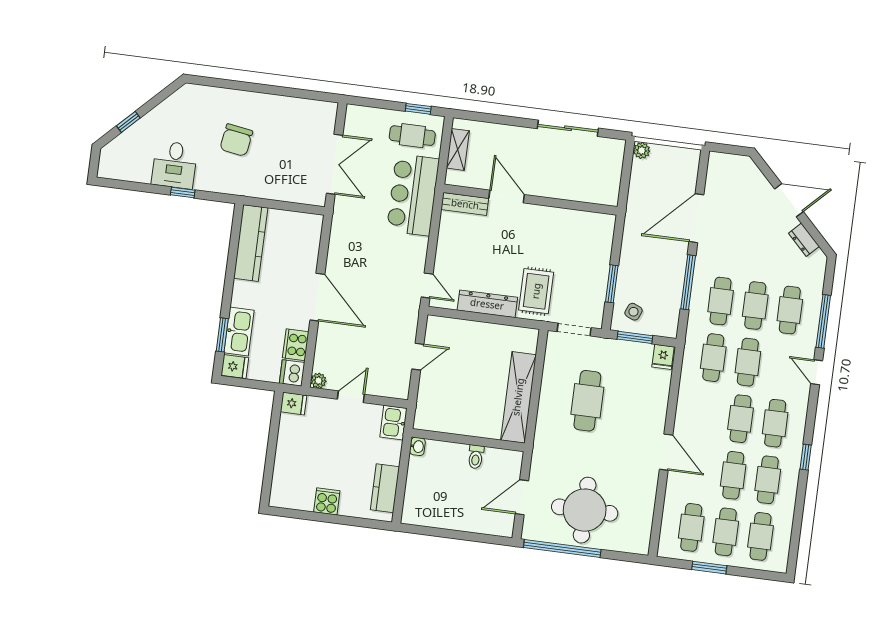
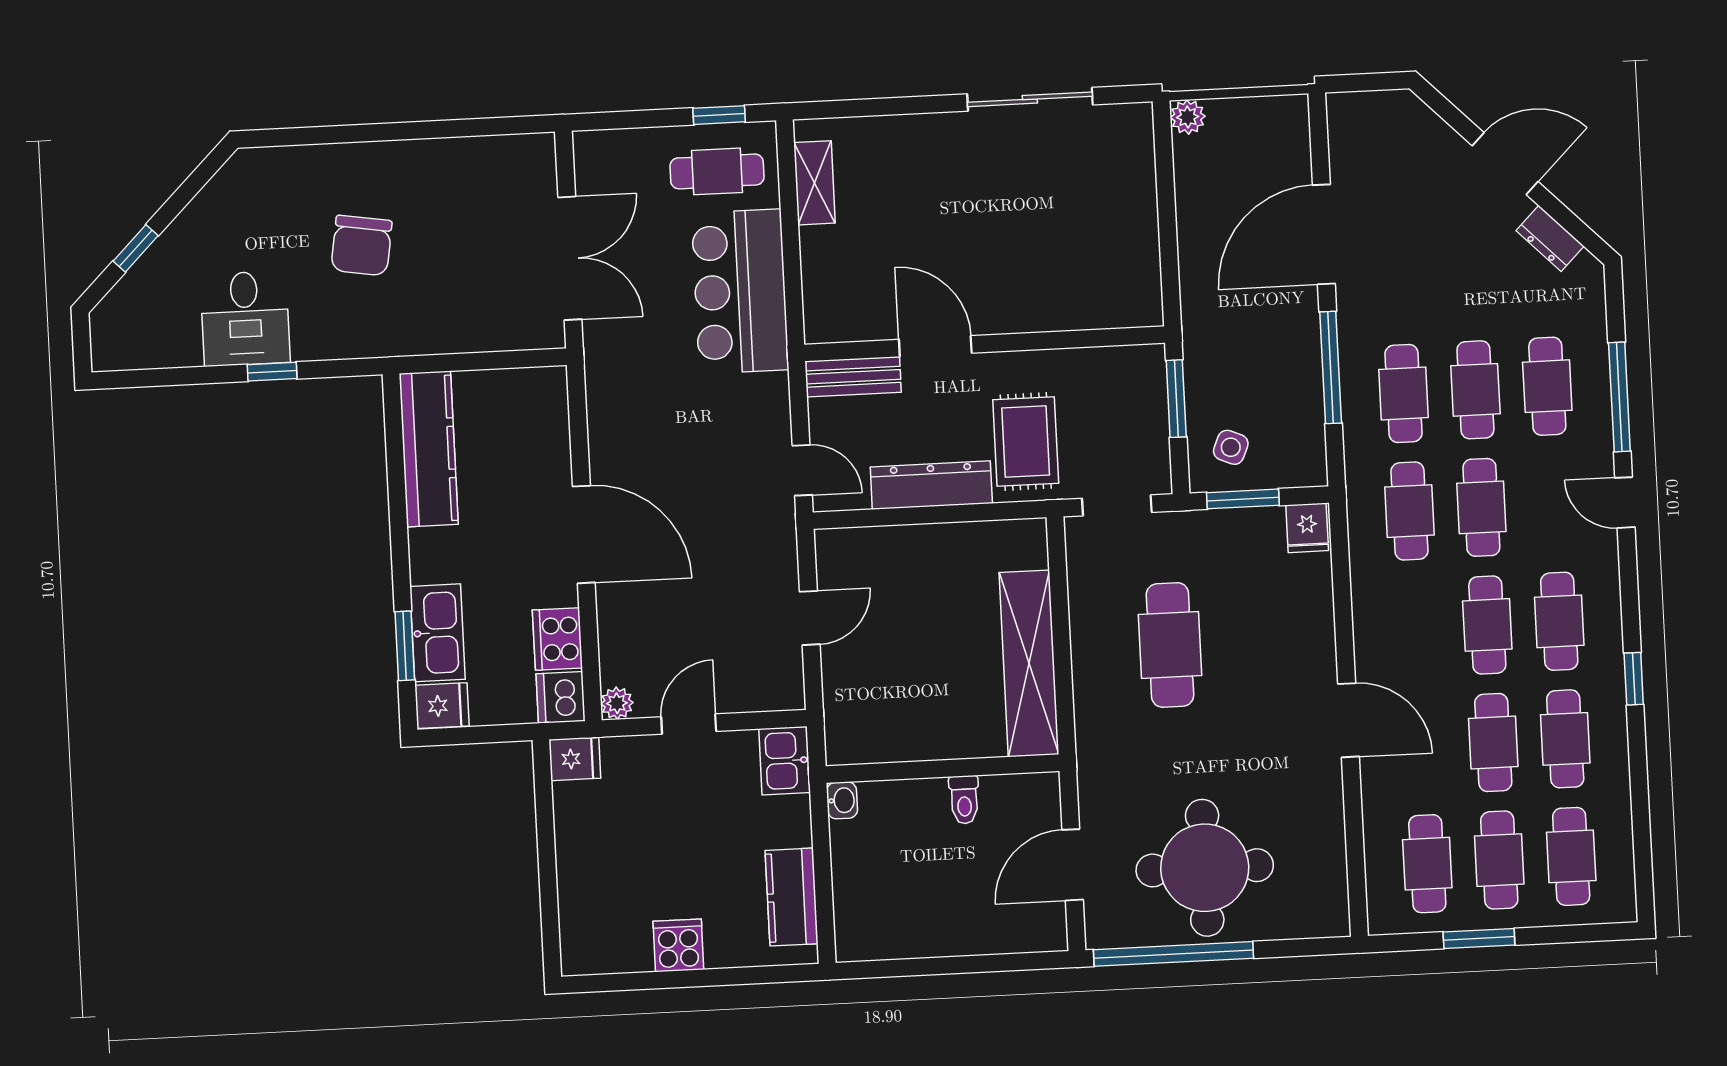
door: (507, 196) -> (935, 346), moved
wall: (530, 200) -> (985, 344), moved
bench: (465, 204) -> (853, 377), moved

